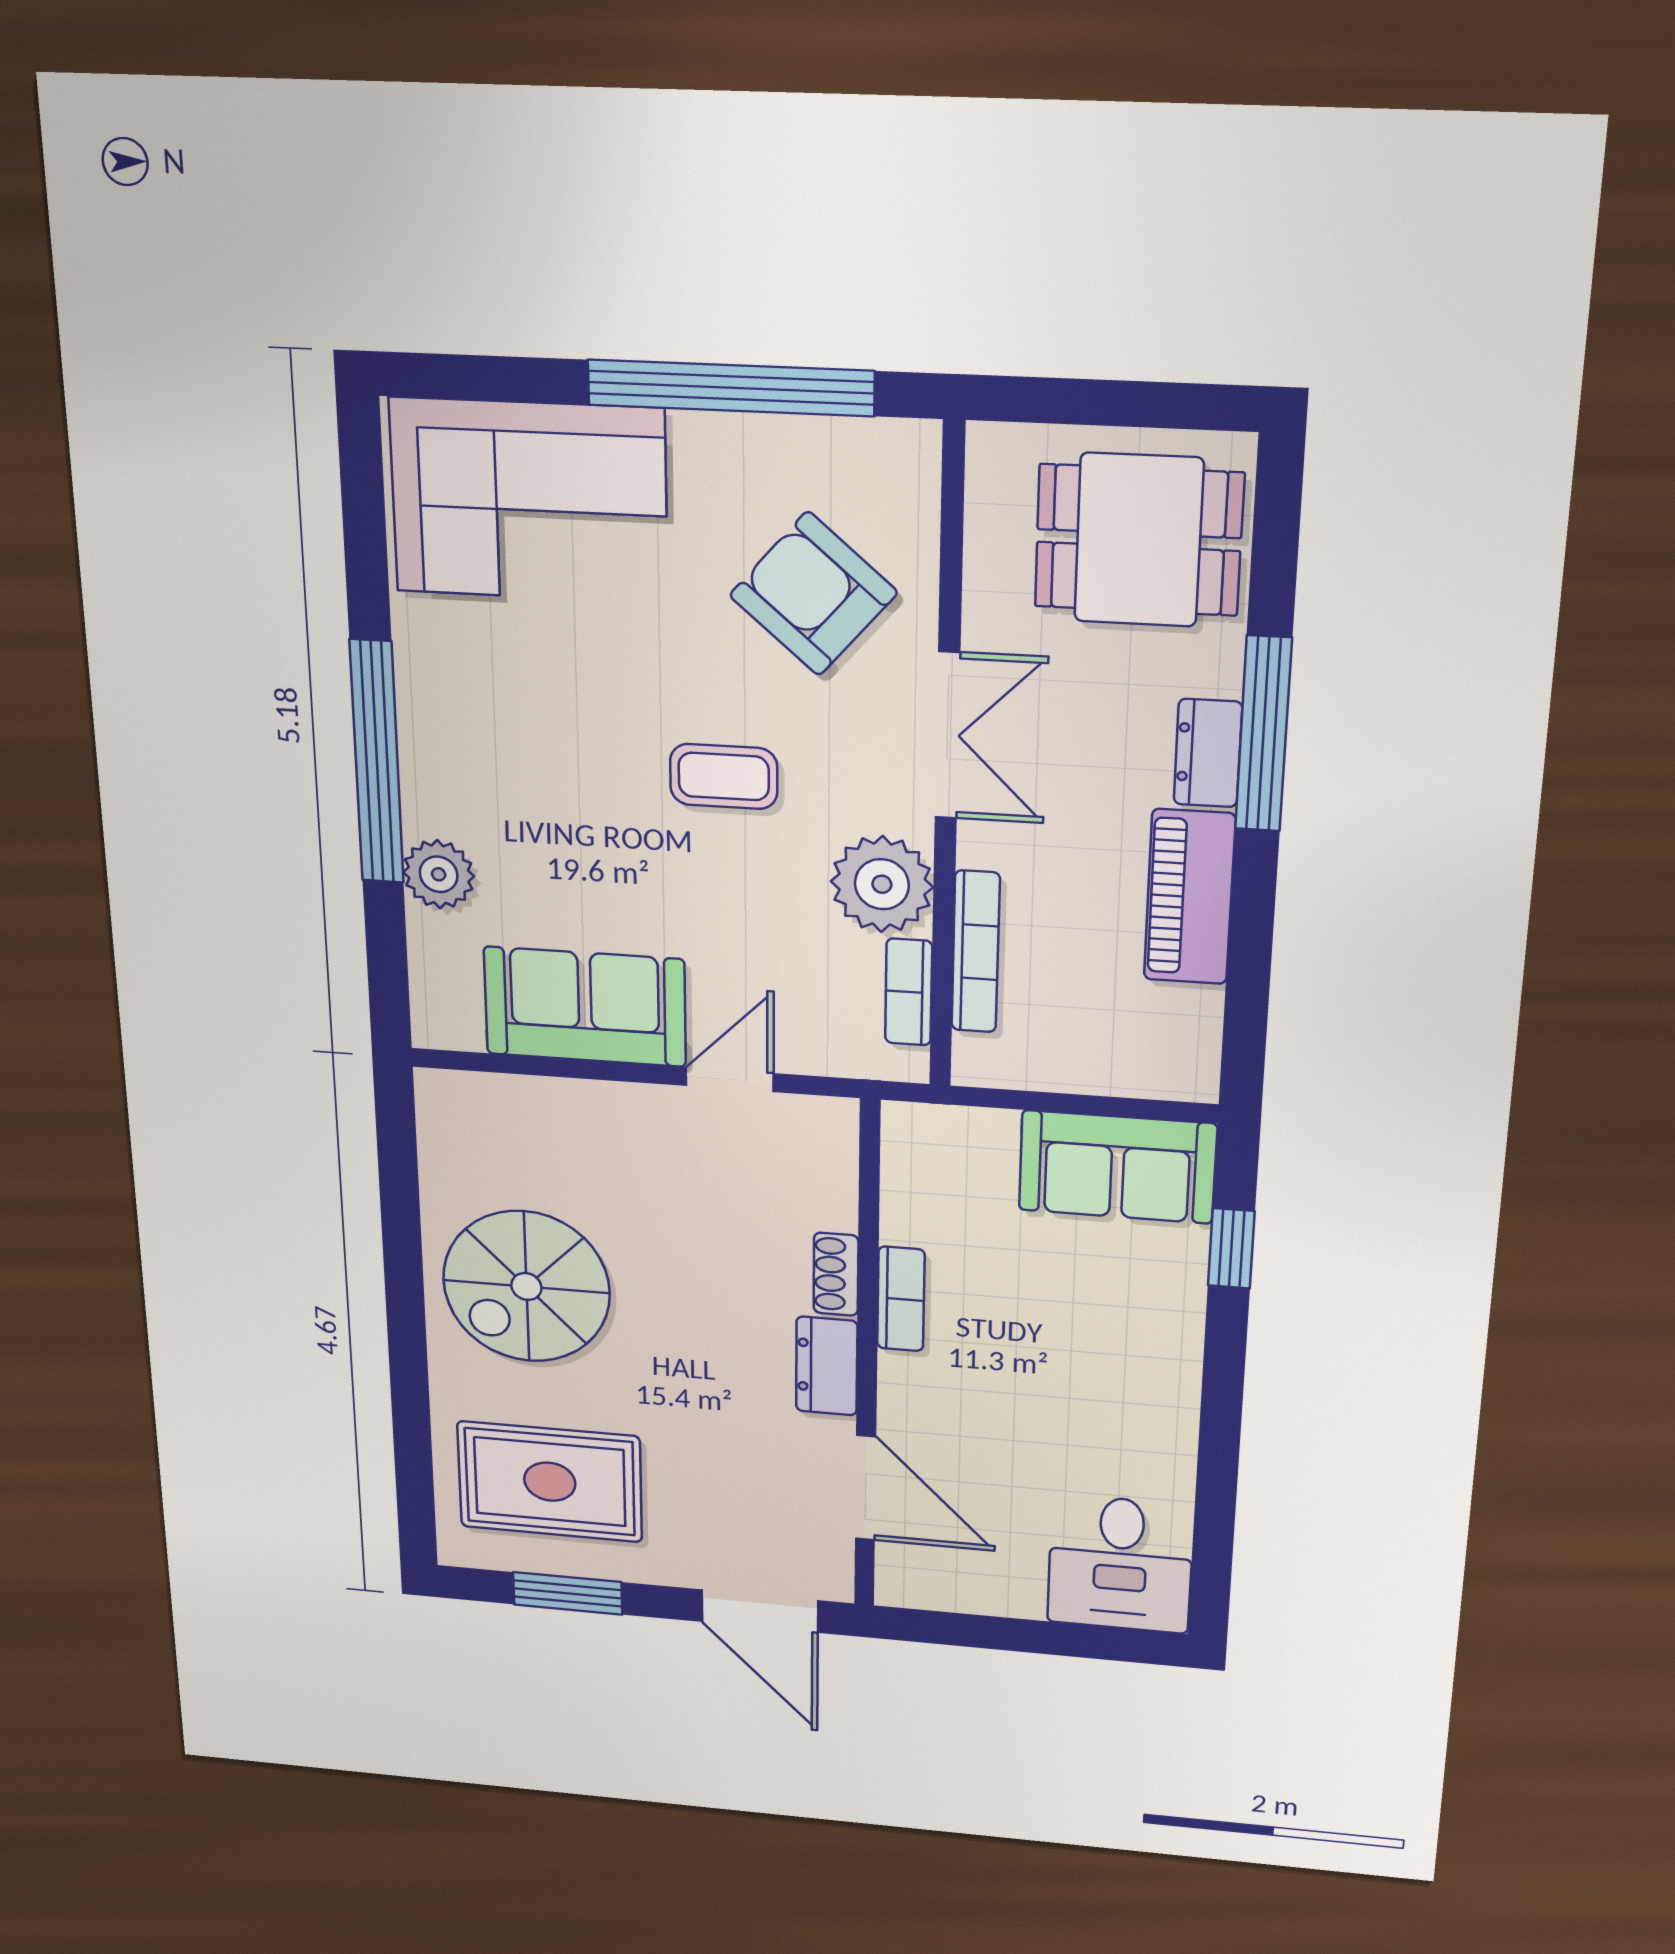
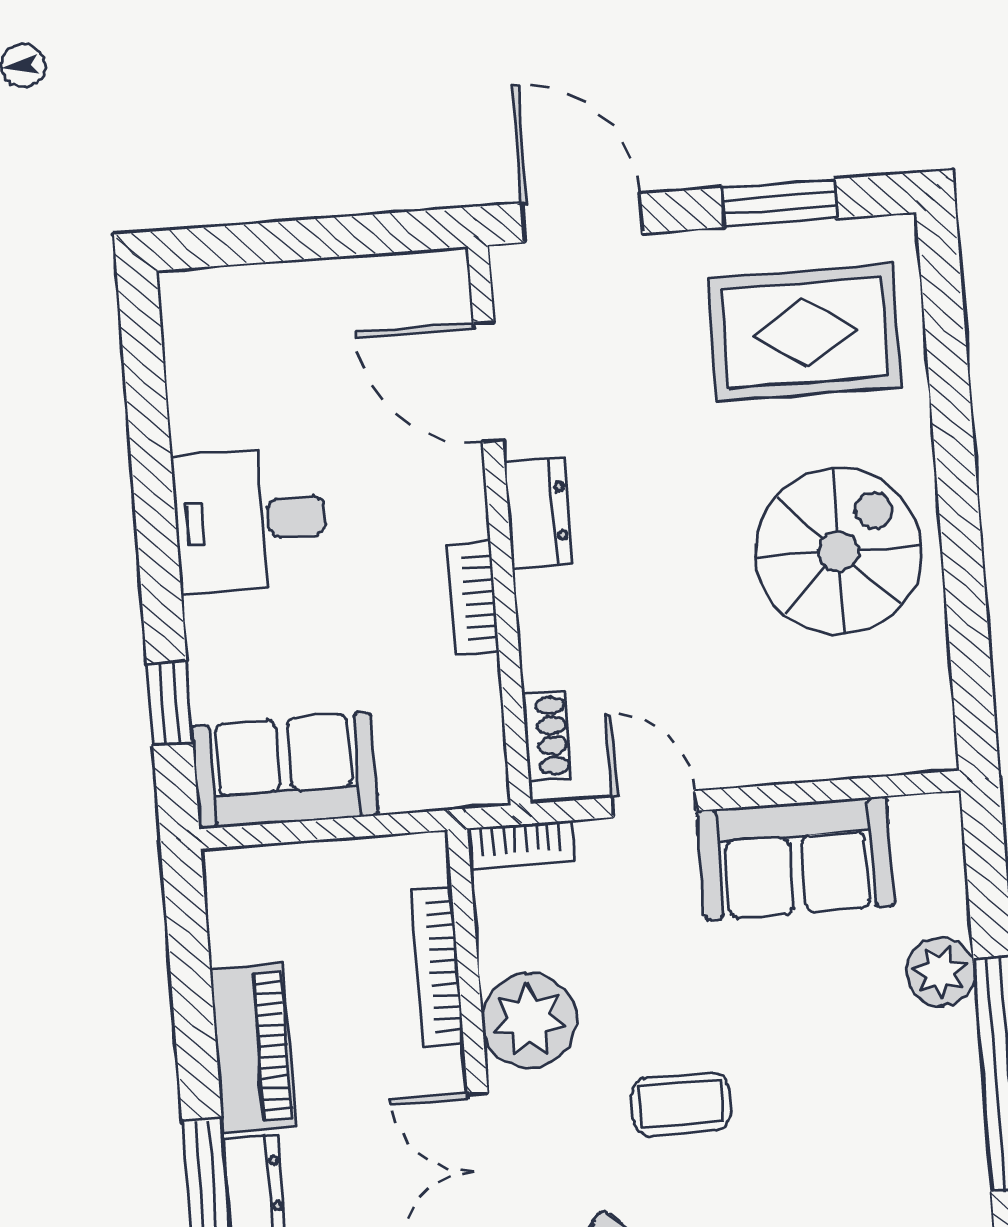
bookcase: (909, 992) -> (521, 845), moved, turned 90
door: (730, 1080) -> (654, 804), swing flipped
shoe rack: (836, 1274) -> (547, 736), moved
desk: (1120, 1564) -> (250, 520), moved, turned -90

